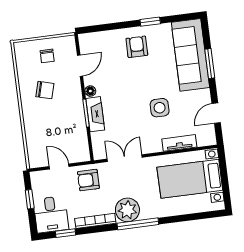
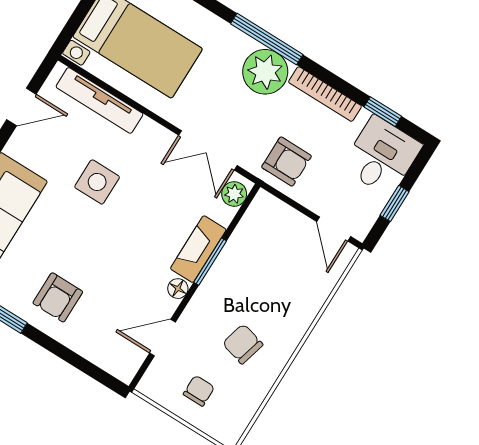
tv unit: (179, 143) -> (99, 100), width x1.41
plant: (99, 149) -> (234, 194), added
door: (59, 167) -> (334, 229), moved

